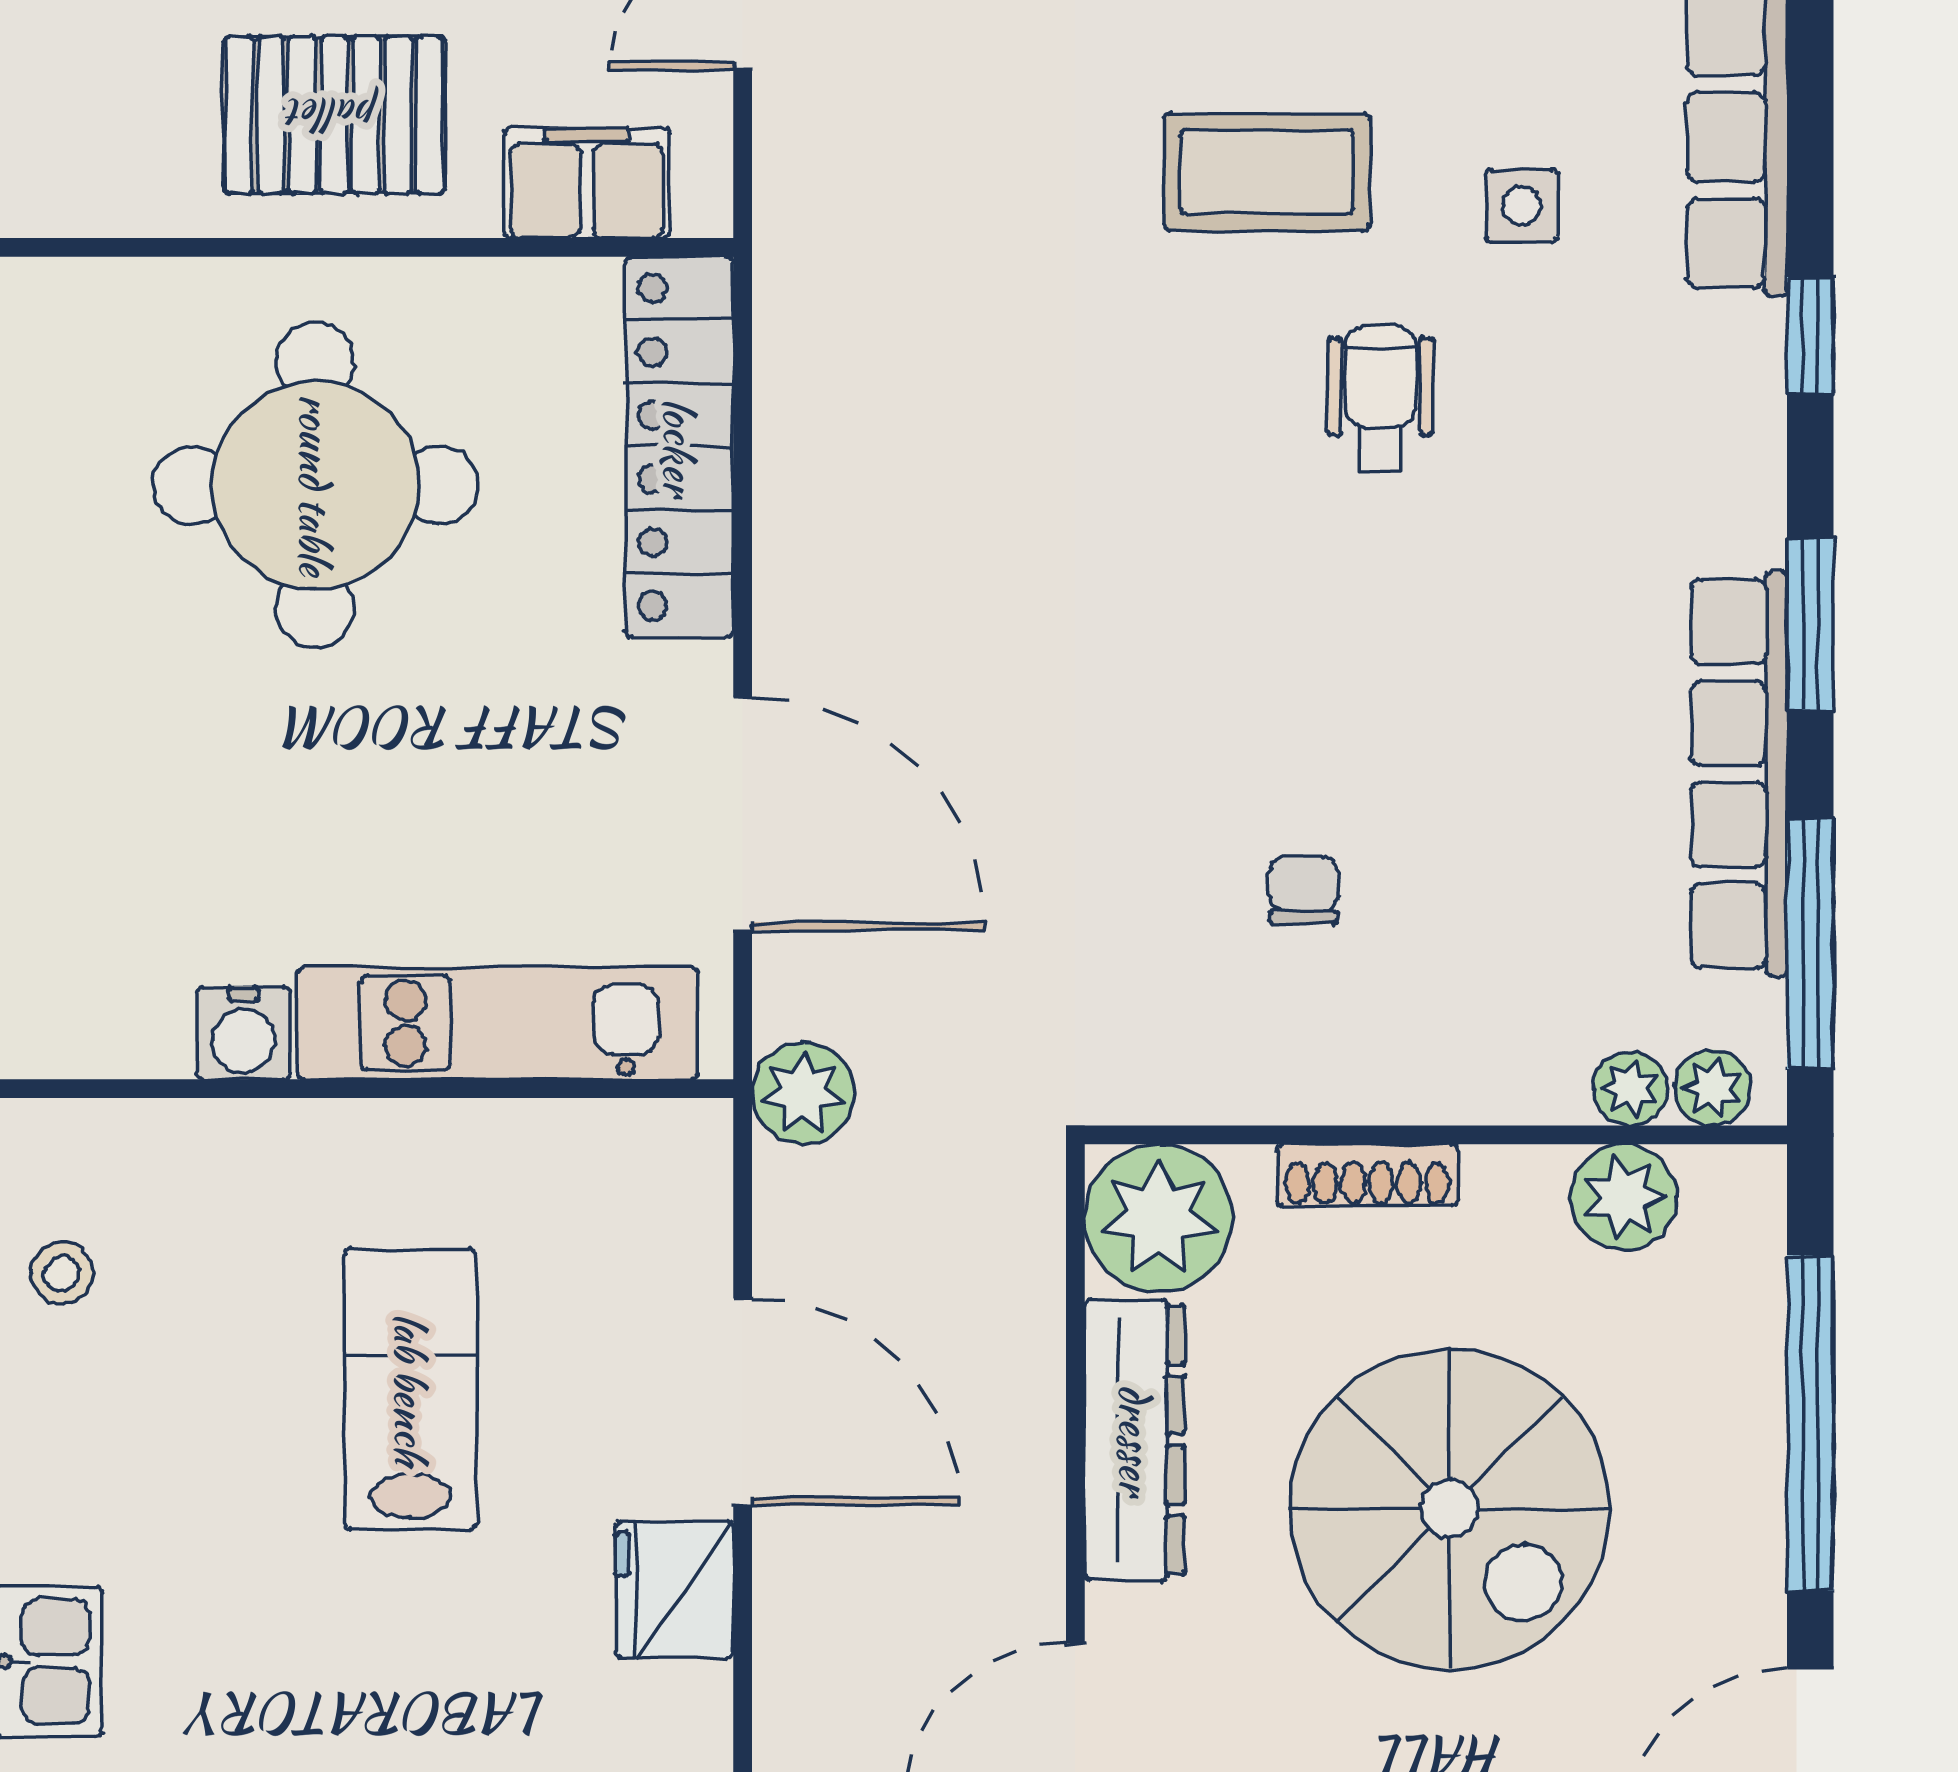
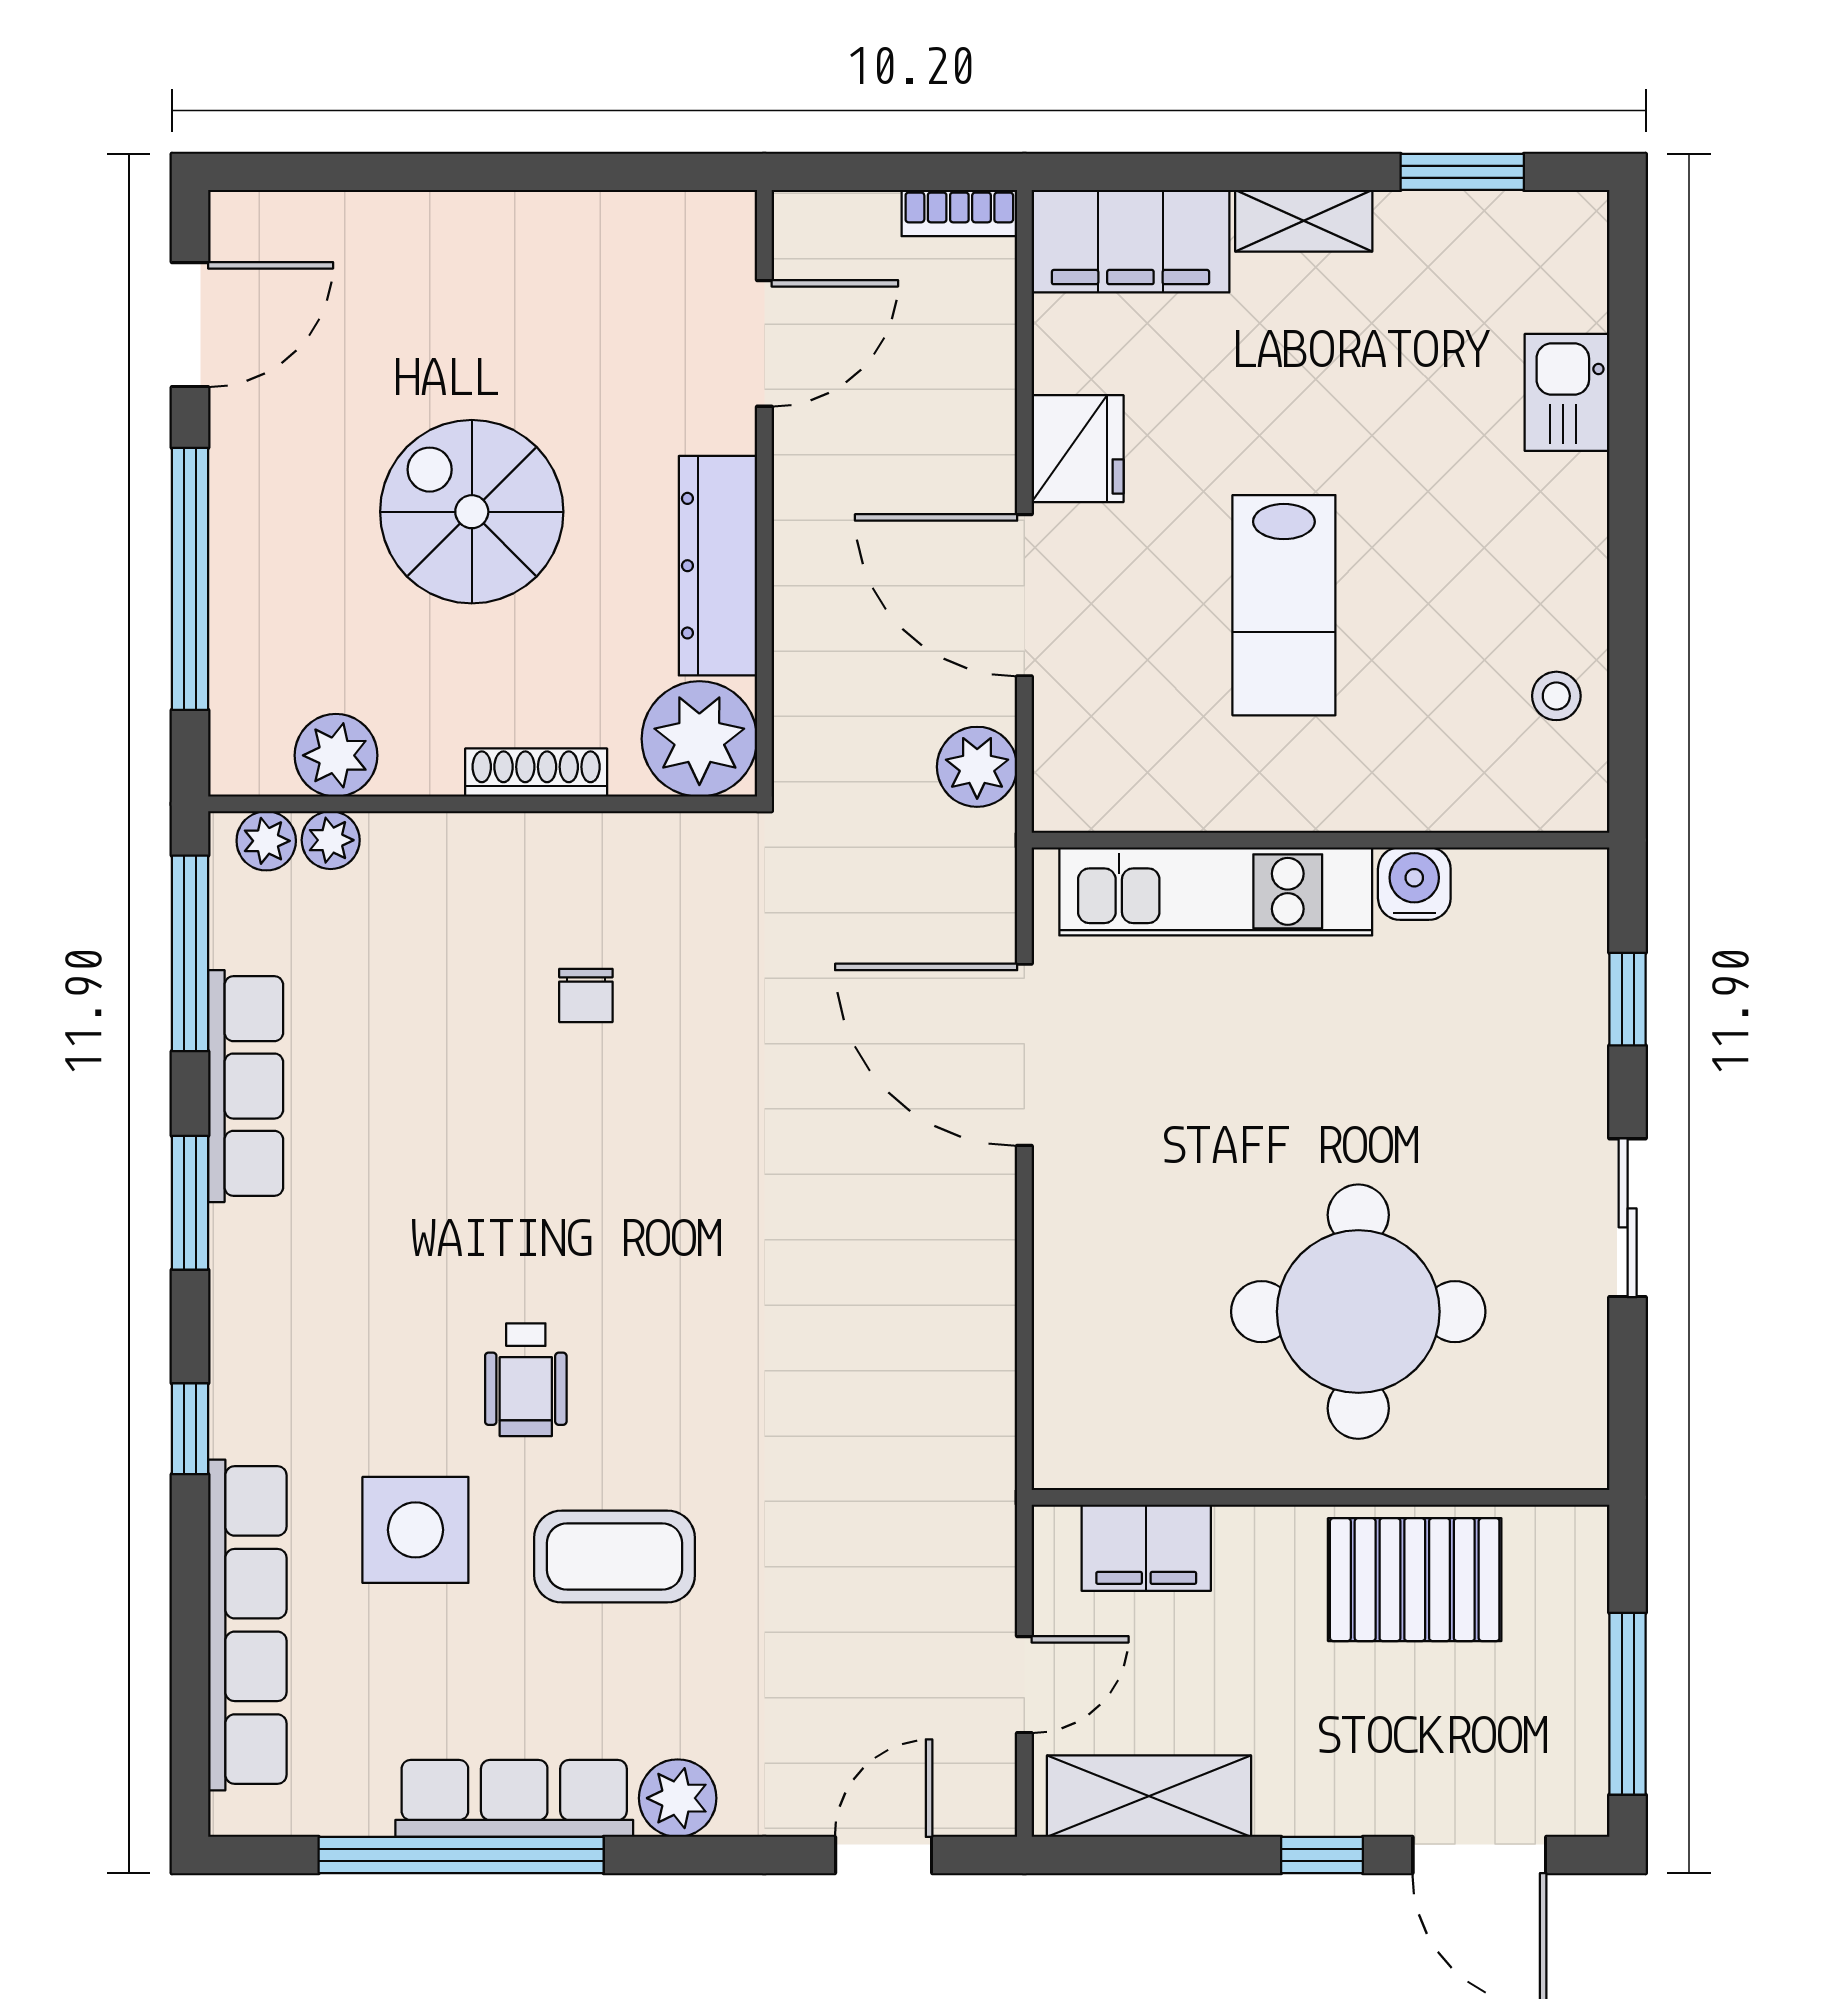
pallet: (334, 115) -> (1415, 1580), moved
side table: (1522, 206) -> (415, 1530), width x1.87, depth x1.87
locker: (679, 447) -> (1074, 1341), removed
row of seats: (1739, 774) -> (246, 1086), width x0.73
plant: (803, 1093) -> (977, 767), moved
spiral stairs: (1450, 1509) -> (472, 512), width x0.73, depth x0.73

